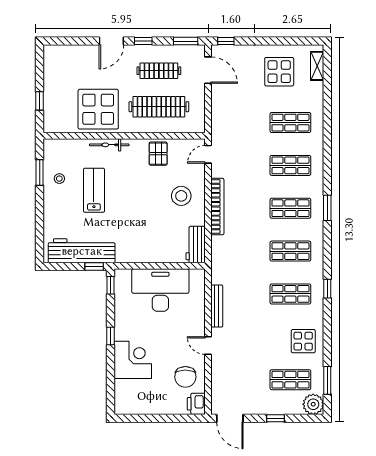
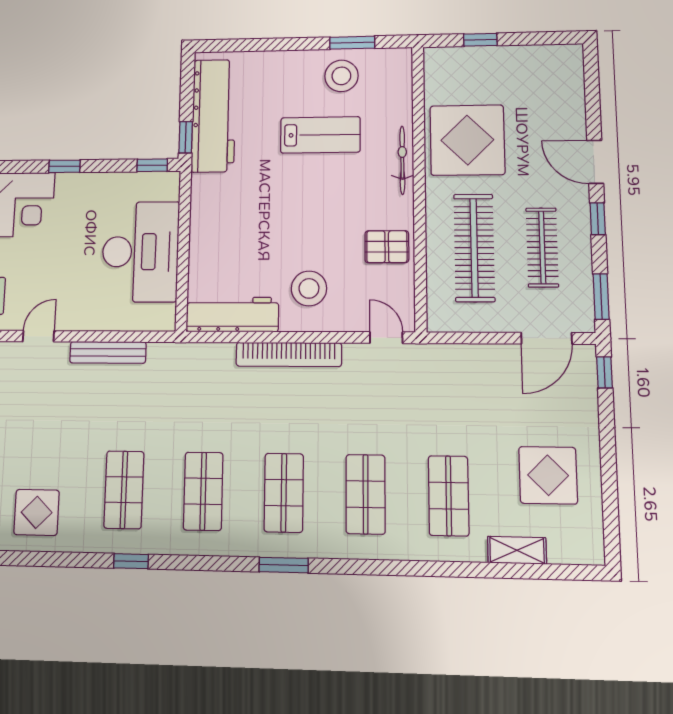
shelving: (317, 66) -> (517, 550), moved
stool: (59, 179) -> (341, 76), width x1.89, depth x1.89
workbench: (196, 245) -> (232, 314), width x1.38

